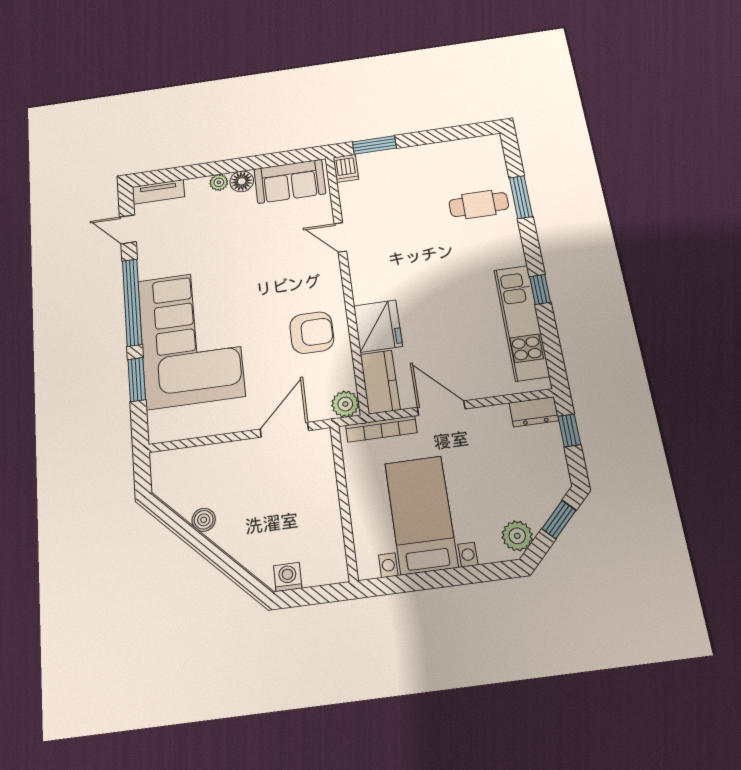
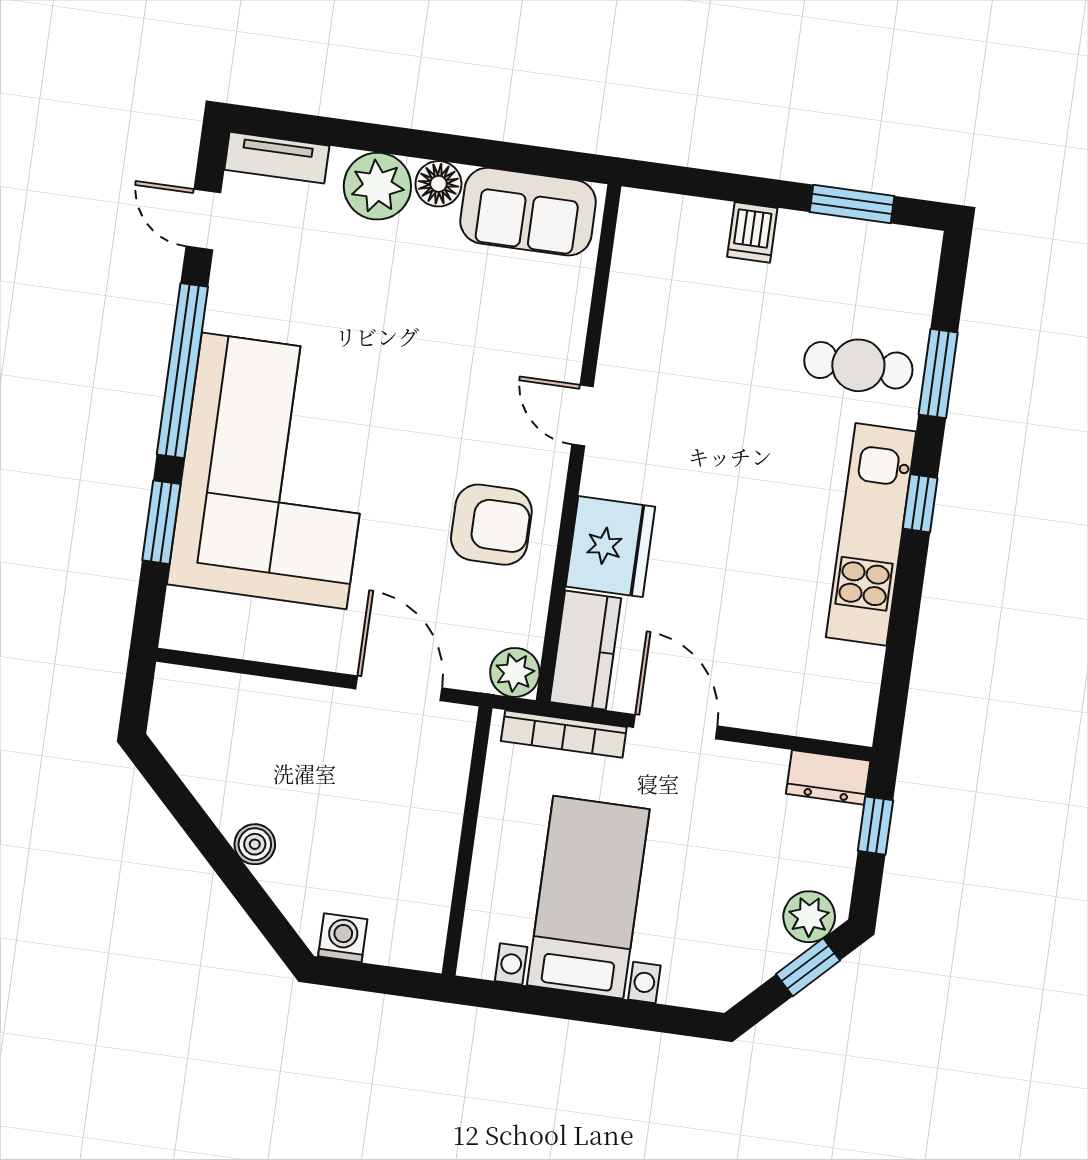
window: (374, 145) -> (852, 204), moved
dishwasher: (346, 168) -> (752, 232), moved
plant: (219, 182) -> (377, 186), width x1.88, depth x1.88
door: (340, 237) -> (582, 415), moved
window: (540, 289) -> (920, 503), moved
kitchen unit: (522, 323) -> (871, 534), moved
door: (284, 430) -> (399, 688), hinge flipped
boiler: (204, 520) -> (255, 844), moved
plant: (517, 536) -> (809, 917), moved

